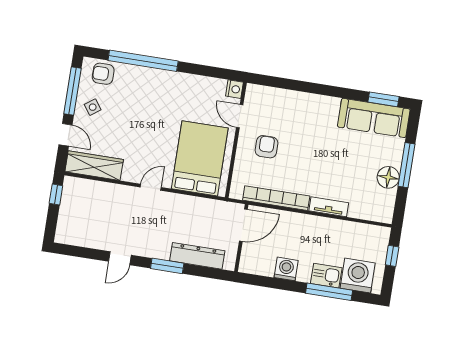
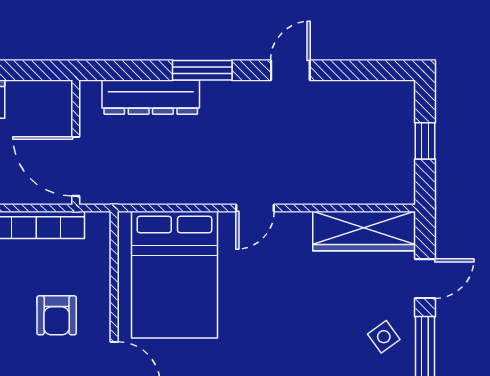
door: (65, 135) -> (425, 279), swing flipped
window: (56, 195) -> (425, 141), moved
door: (243, 225) -> (76, 166), hinge flipped

